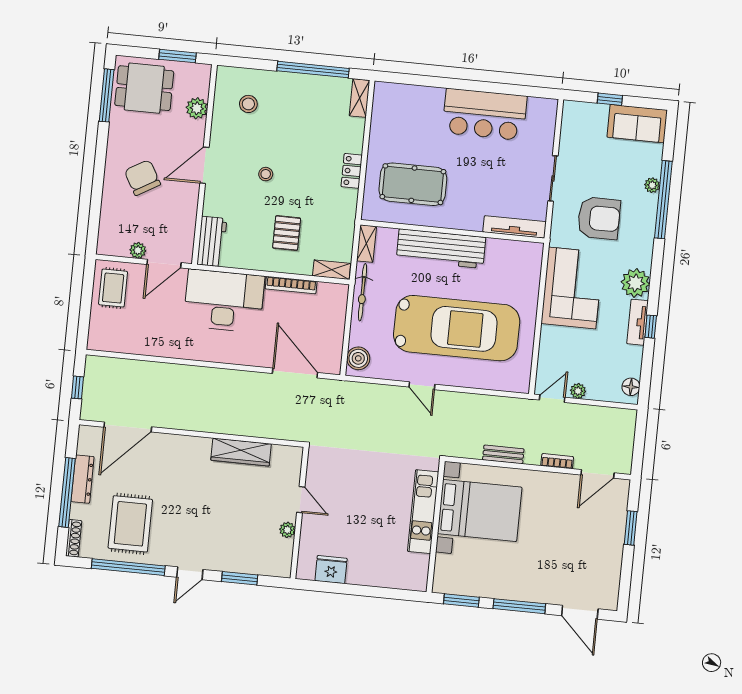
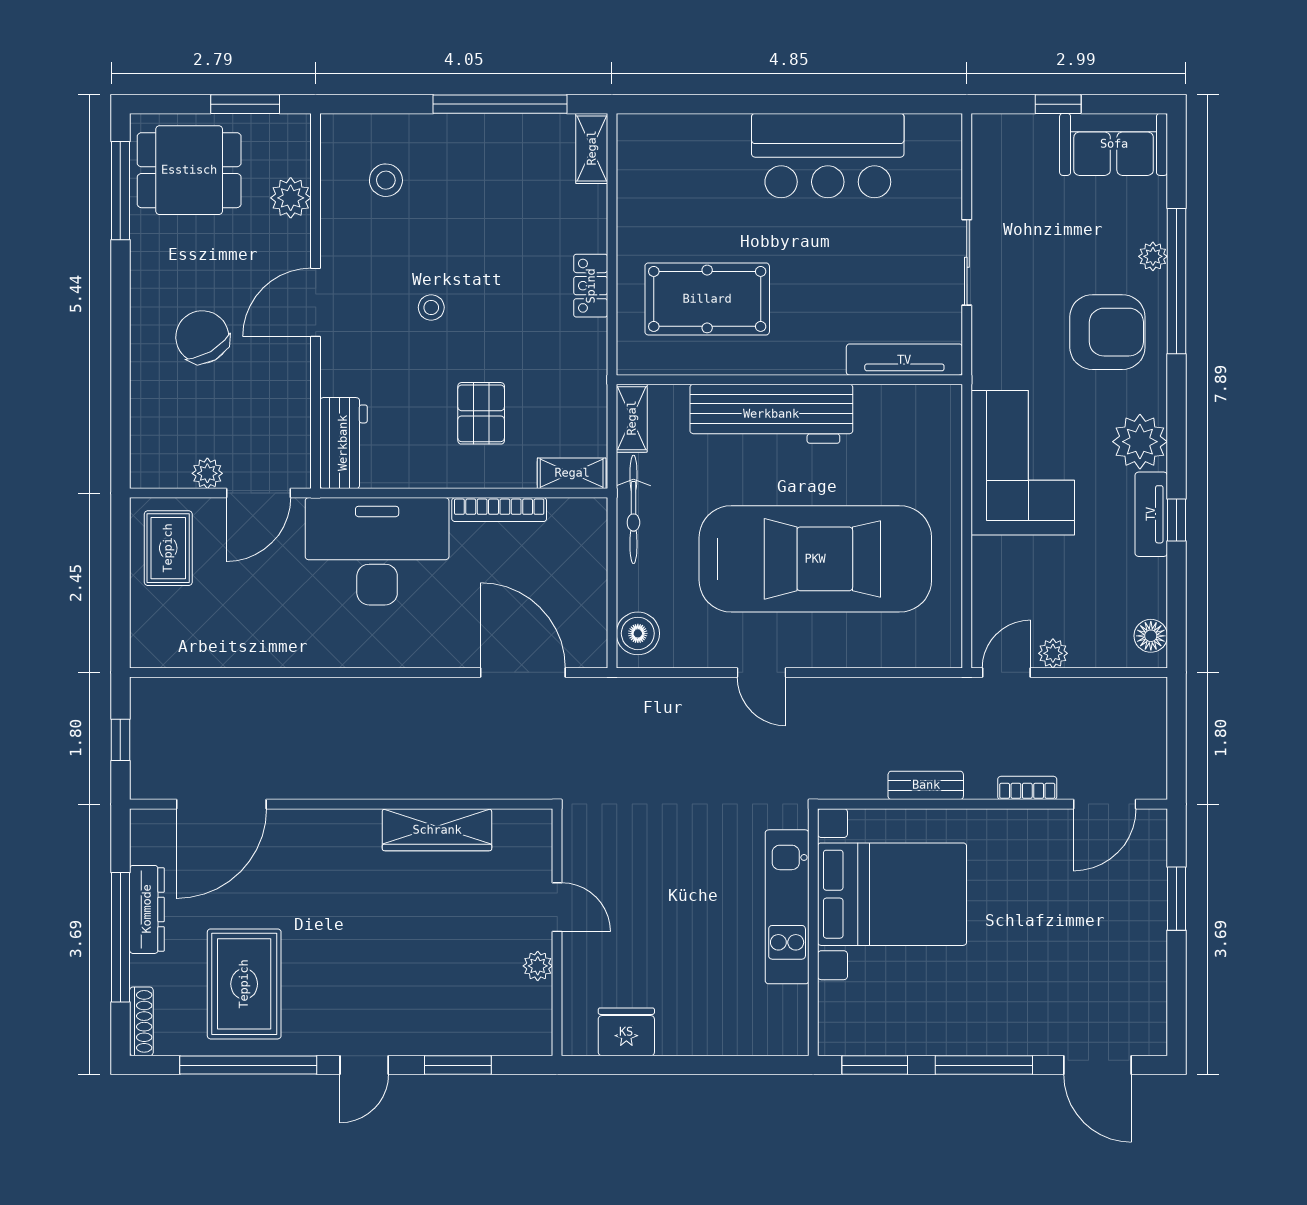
armchair: (599, 218) -> (1107, 332), moved

